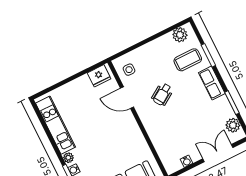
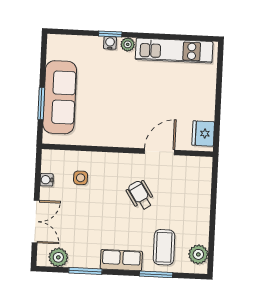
side table: (129, 70) -> (81, 178), moved

